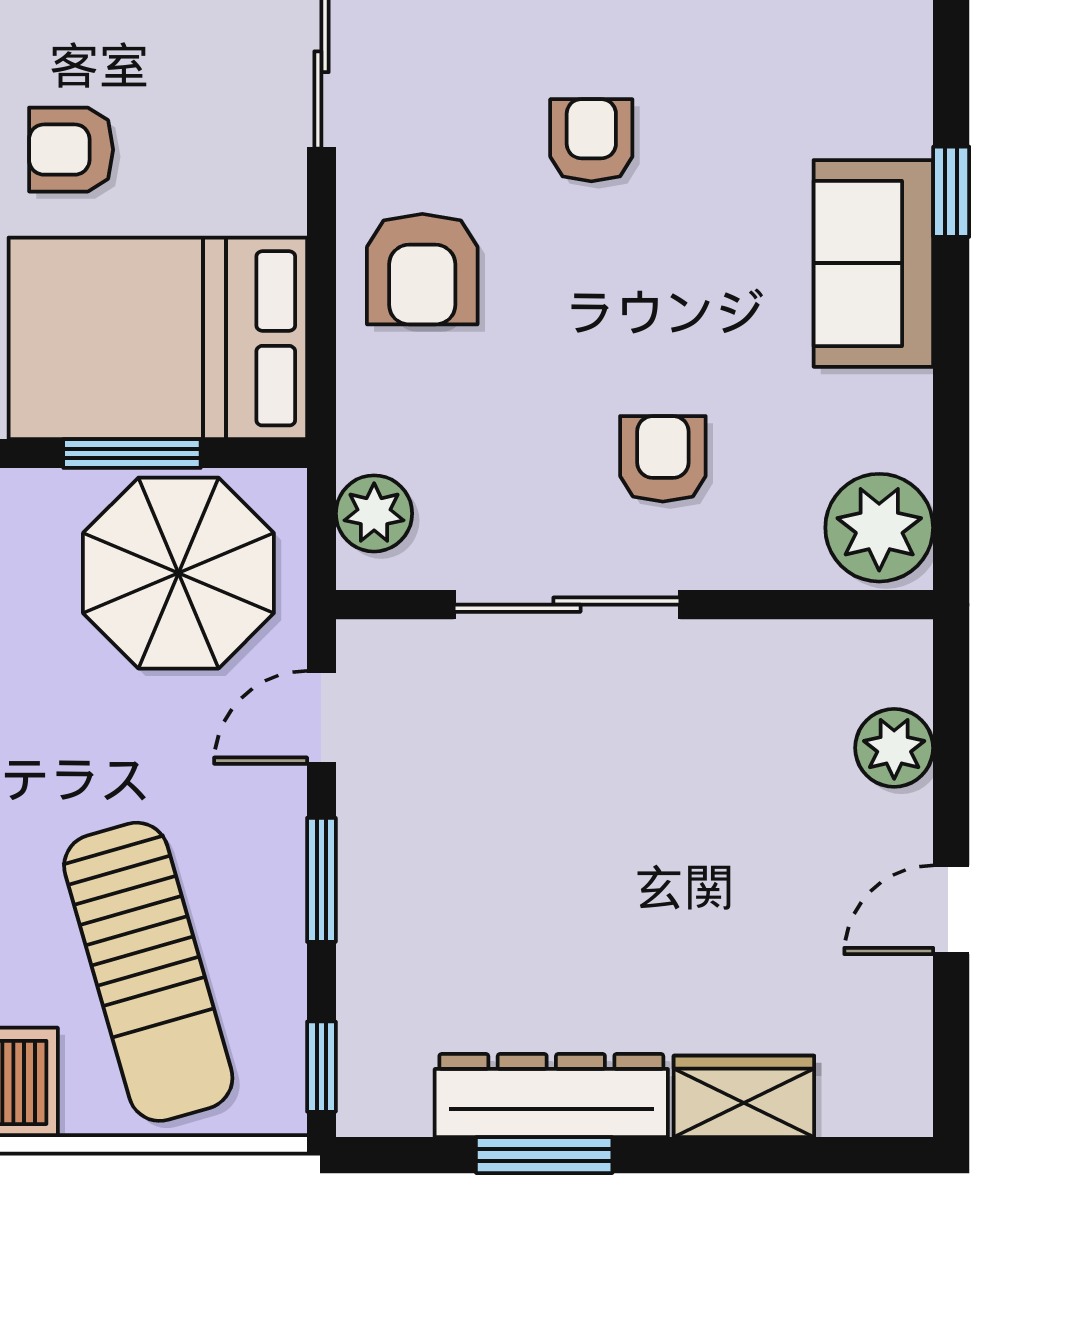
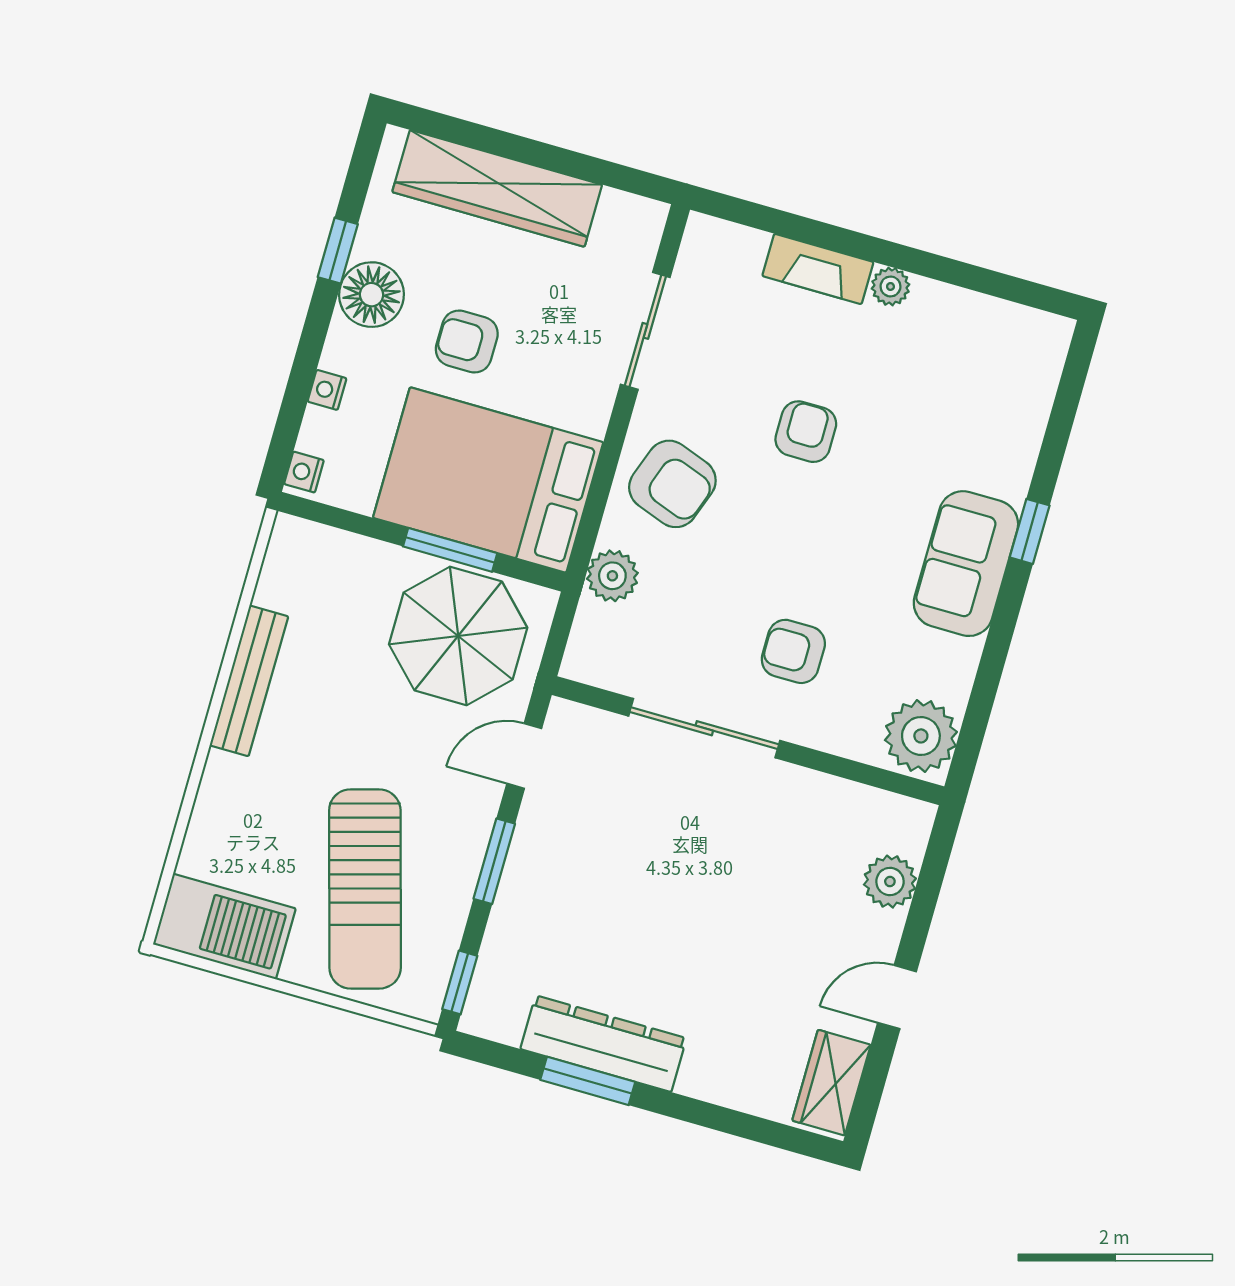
armchair: (422, 269) -> (672, 484), turned -70
armchair: (663, 459) -> (793, 651), turned -90
plant: (374, 513) -> (612, 576), moved
wardrobe: (744, 1096) -> (831, 1083), moved, turned -90

